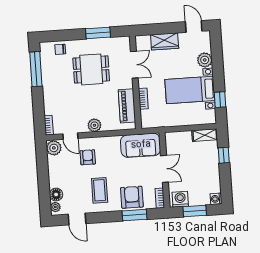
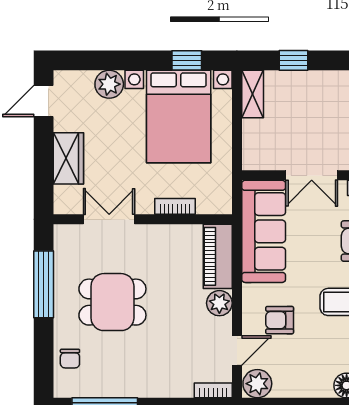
window: (98, 33) -> (44, 284), width x1.44
dining table: (91, 69) -> (112, 302), turned 90
bed with nightstands: (190, 90) -> (179, 116), width x1.36
piano: (127, 106) -> (218, 256), moved, turned 90
sofa: (141, 145) -> (264, 231), width x1.36
double door: (164, 169) -> (312, 175), swing flipped

